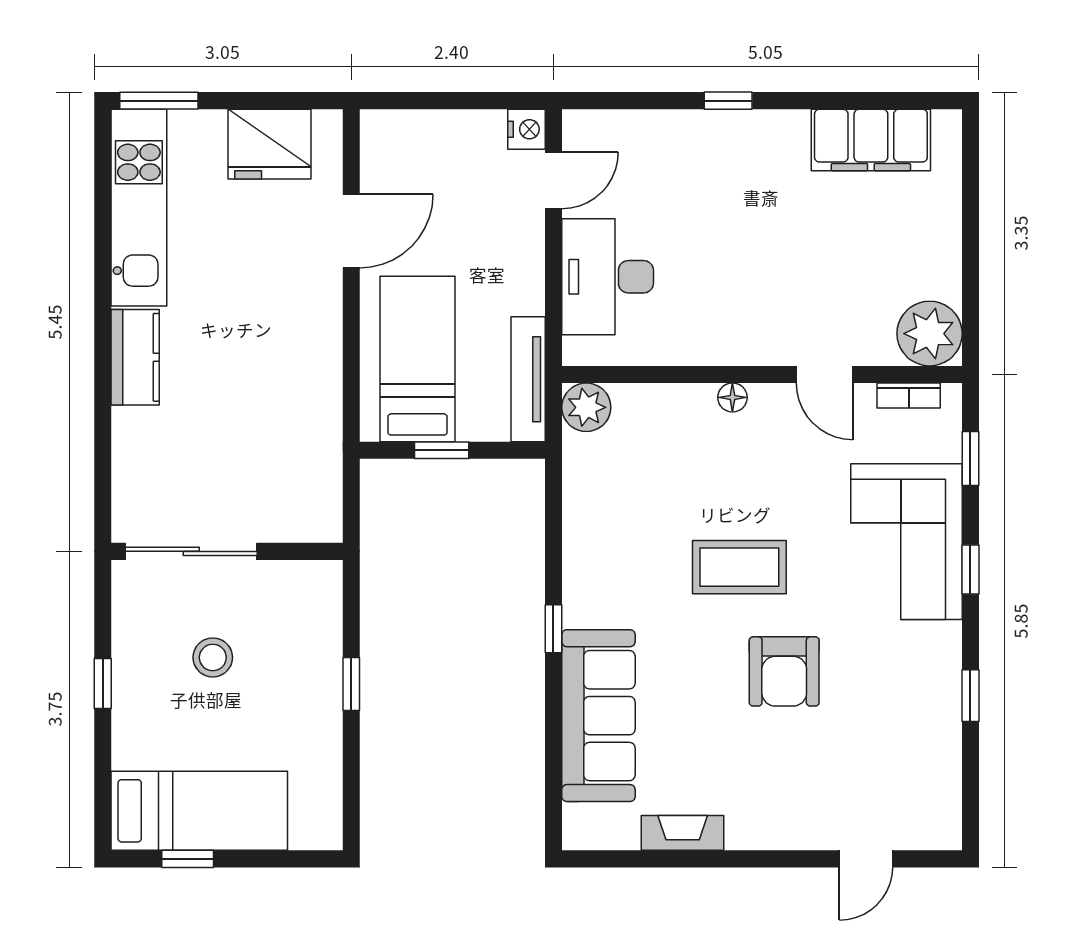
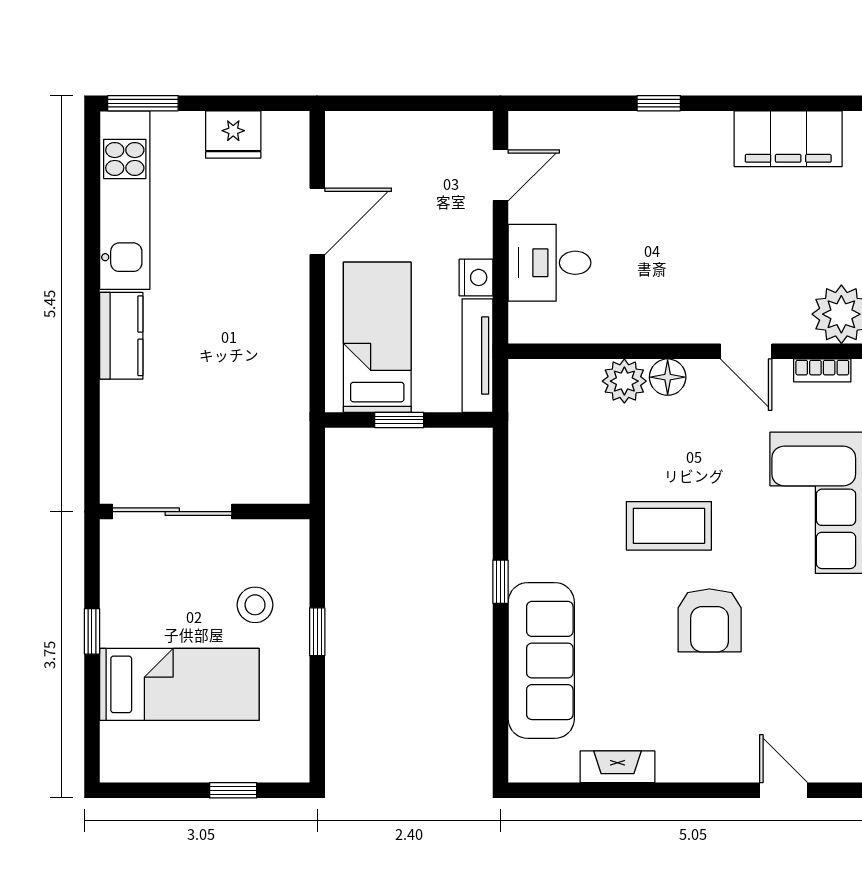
nightstand: (526, 129) -> (476, 277), moved
fridge: (270, 144) -> (233, 134), width x0.73, depth x0.75
desk: (608, 277) -> (550, 263), width x0.73
floor lamp: (732, 397) -> (668, 377), width x1.37, depth x1.37
plant: (586, 407) -> (624, 381), moved
stool: (213, 657) -> (255, 605), moved
bed: (199, 811) -> (179, 684), moved
window: (188, 859) -> (233, 790), moved
door: (866, 859) -> (784, 790), swing flipped

